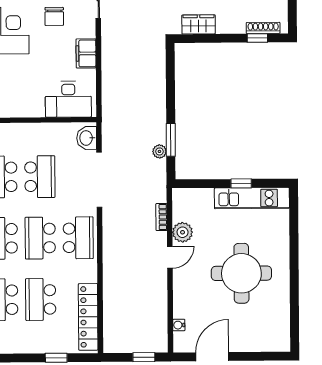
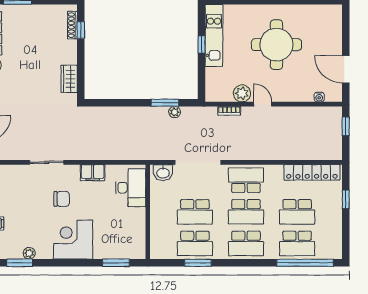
school desk: (40, 177) -> (195, 212), turned 180

